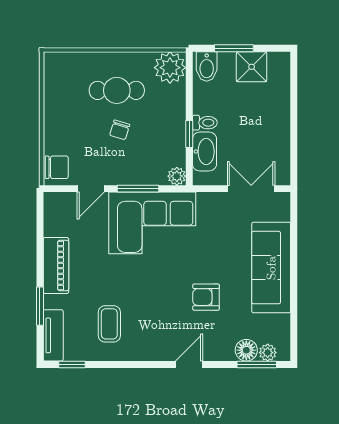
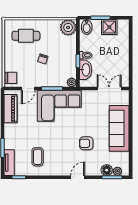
cafe table: (117, 90) -> (26, 36), moved
piano: (56, 265) -> (11, 109), moved

